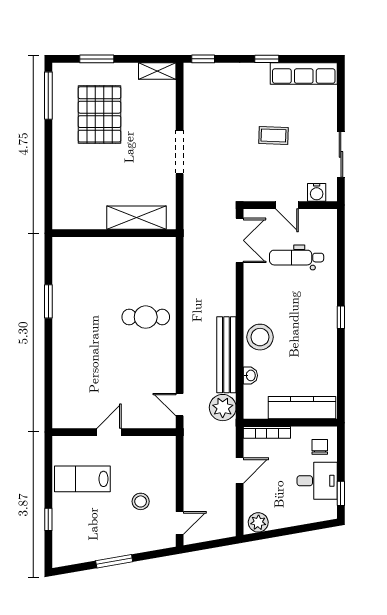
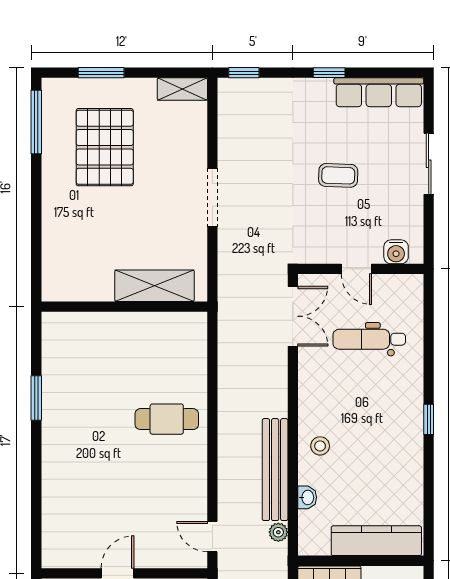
sliding door: (341, 154) -> (429, 164), moved
stool: (260, 337) -> (320, 446), width x0.53, depth x0.53
plant: (223, 408) -> (278, 532), width x0.53, depth x0.53

